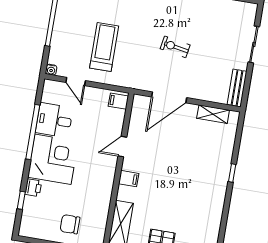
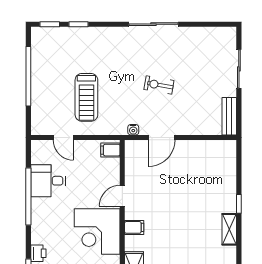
treadmill: (104, 47) -> (86, 97), turned 180
water cooler: (51, 70) -> (133, 130), moved
door: (169, 97) -> (162, 138), width x0.73
shelving: (213, 114) -> (229, 229), moved, turned 90
corner desk: (53, 159) -> (97, 232), moved, turned 180

